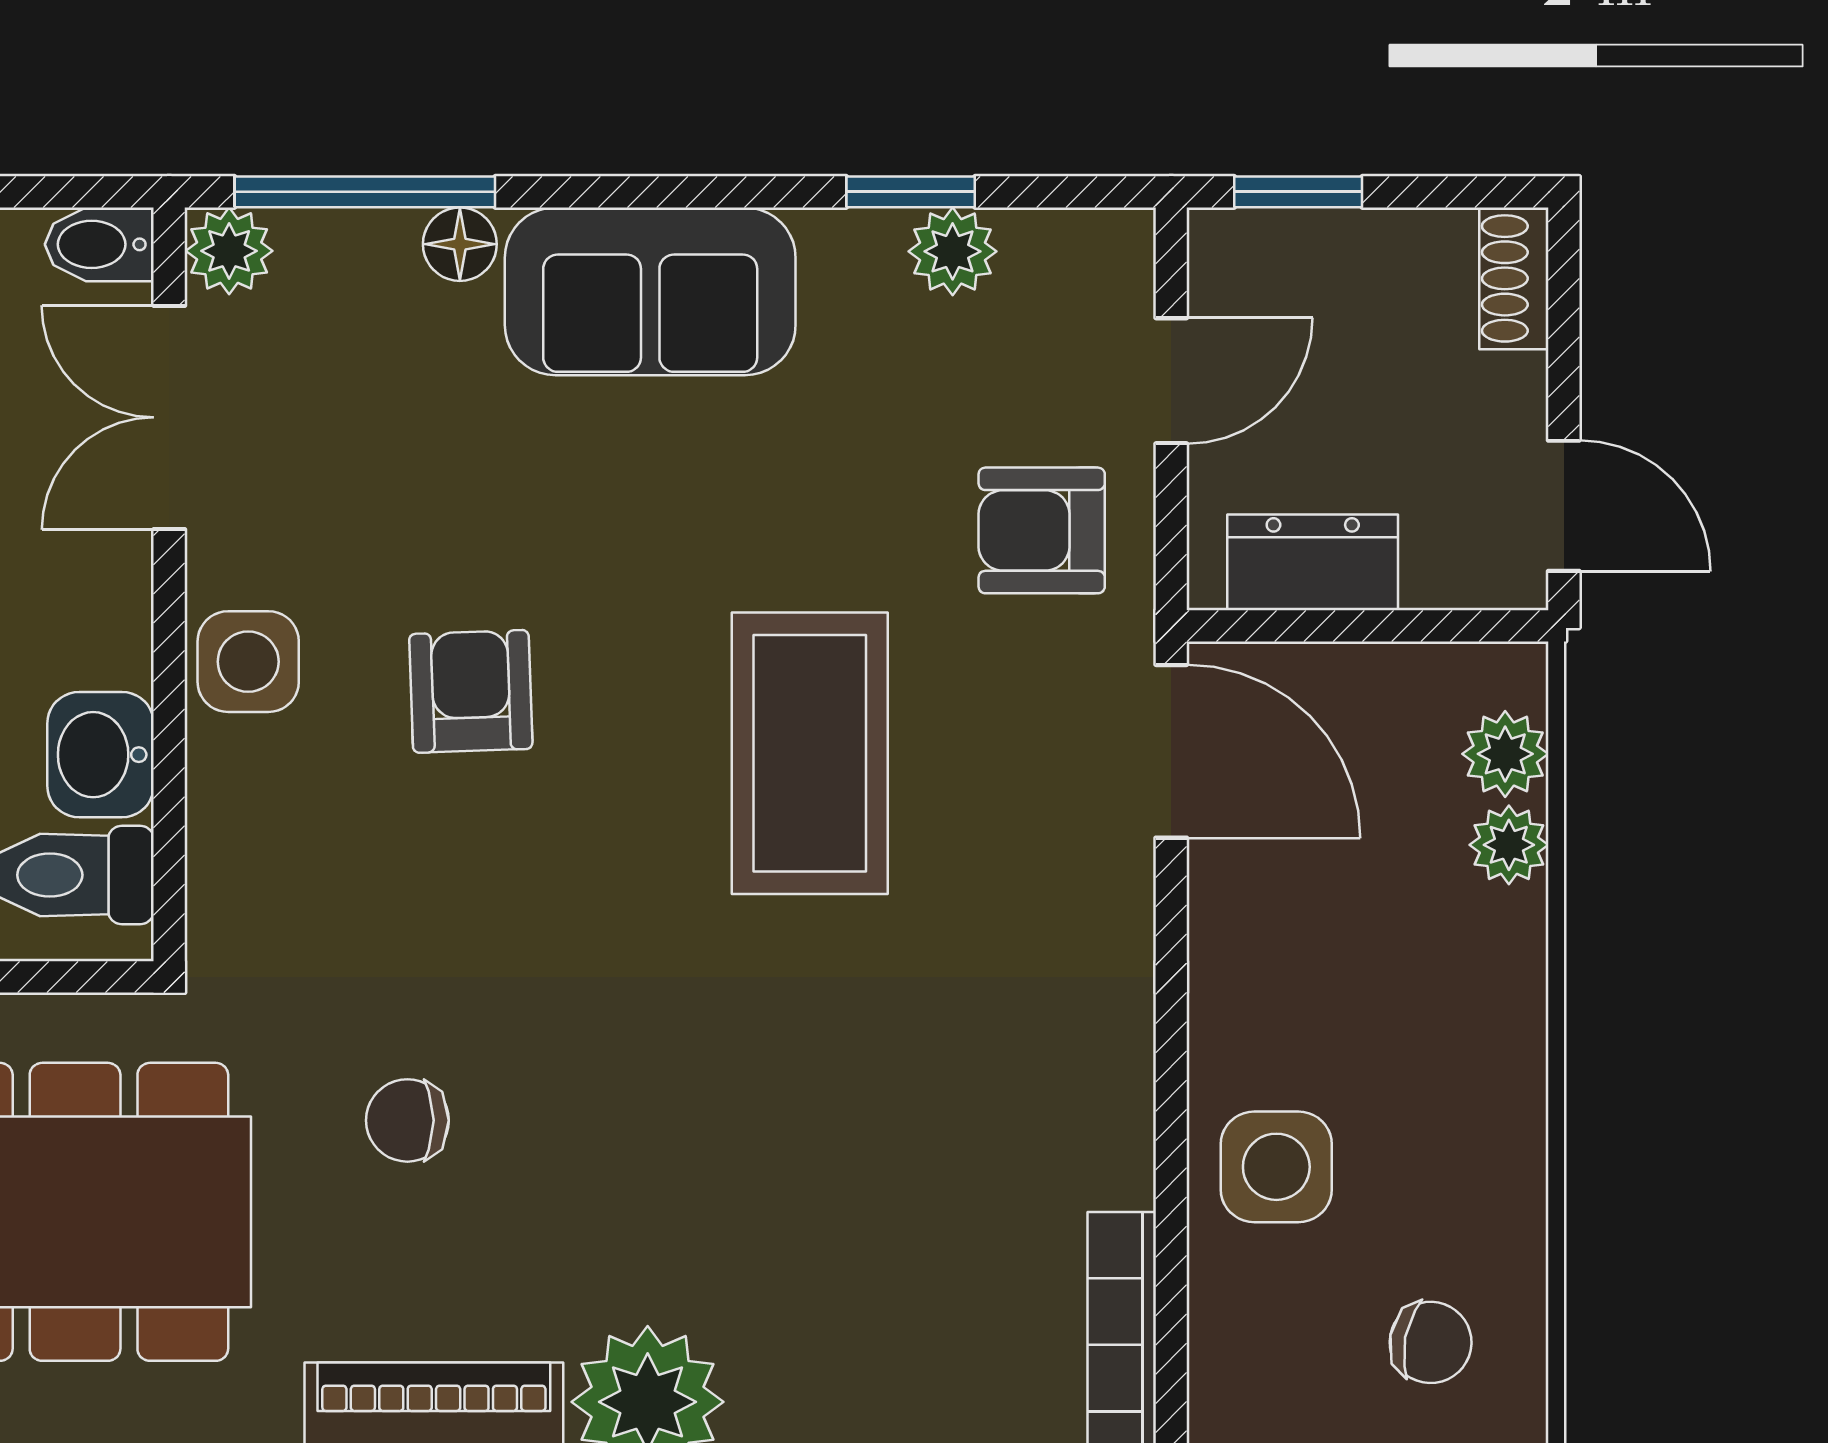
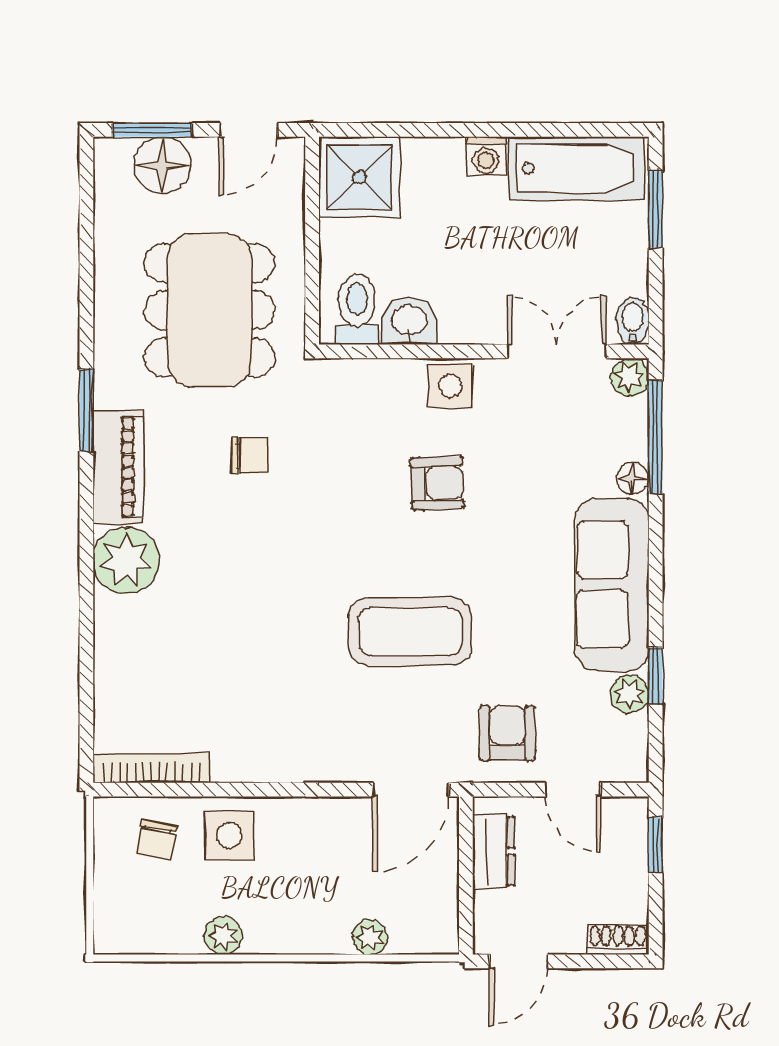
sofa: (650, 291) -> (612, 585), width x1.36
plant: (1505, 754) -> (223, 936), moved
chair: (407, 1120) -> (249, 456), turned 90
chair: (1431, 1342) -> (156, 840), moved

